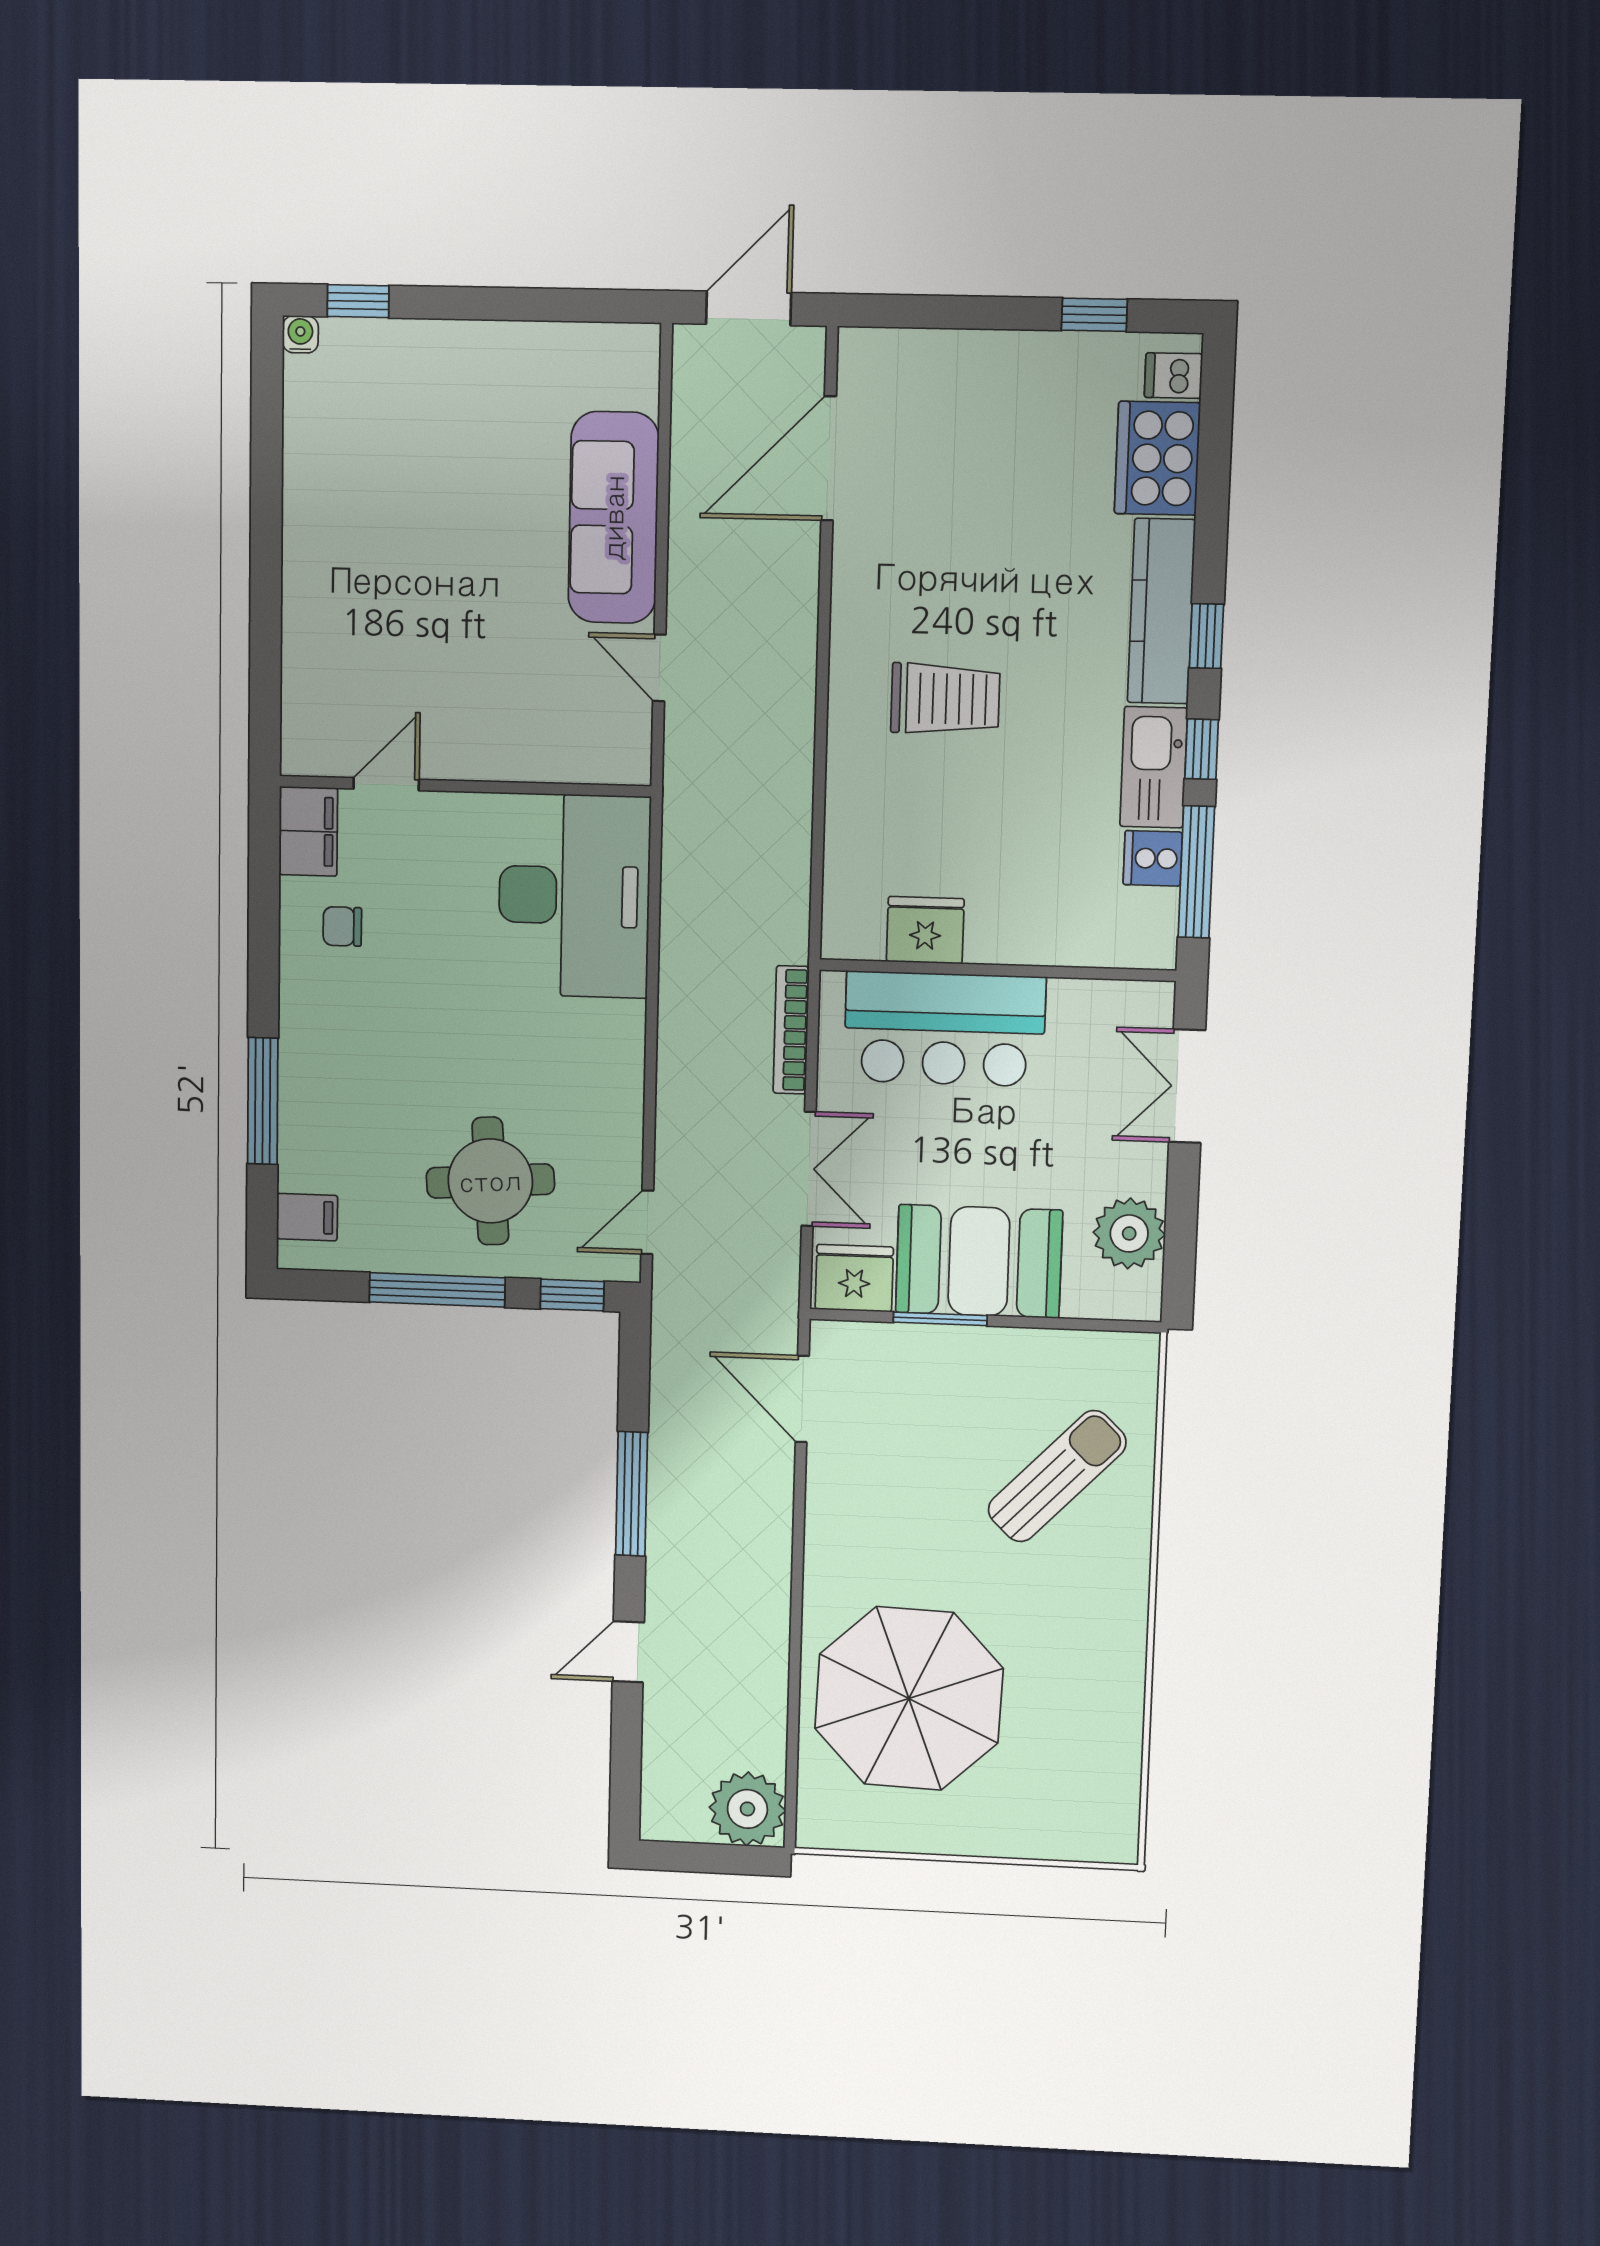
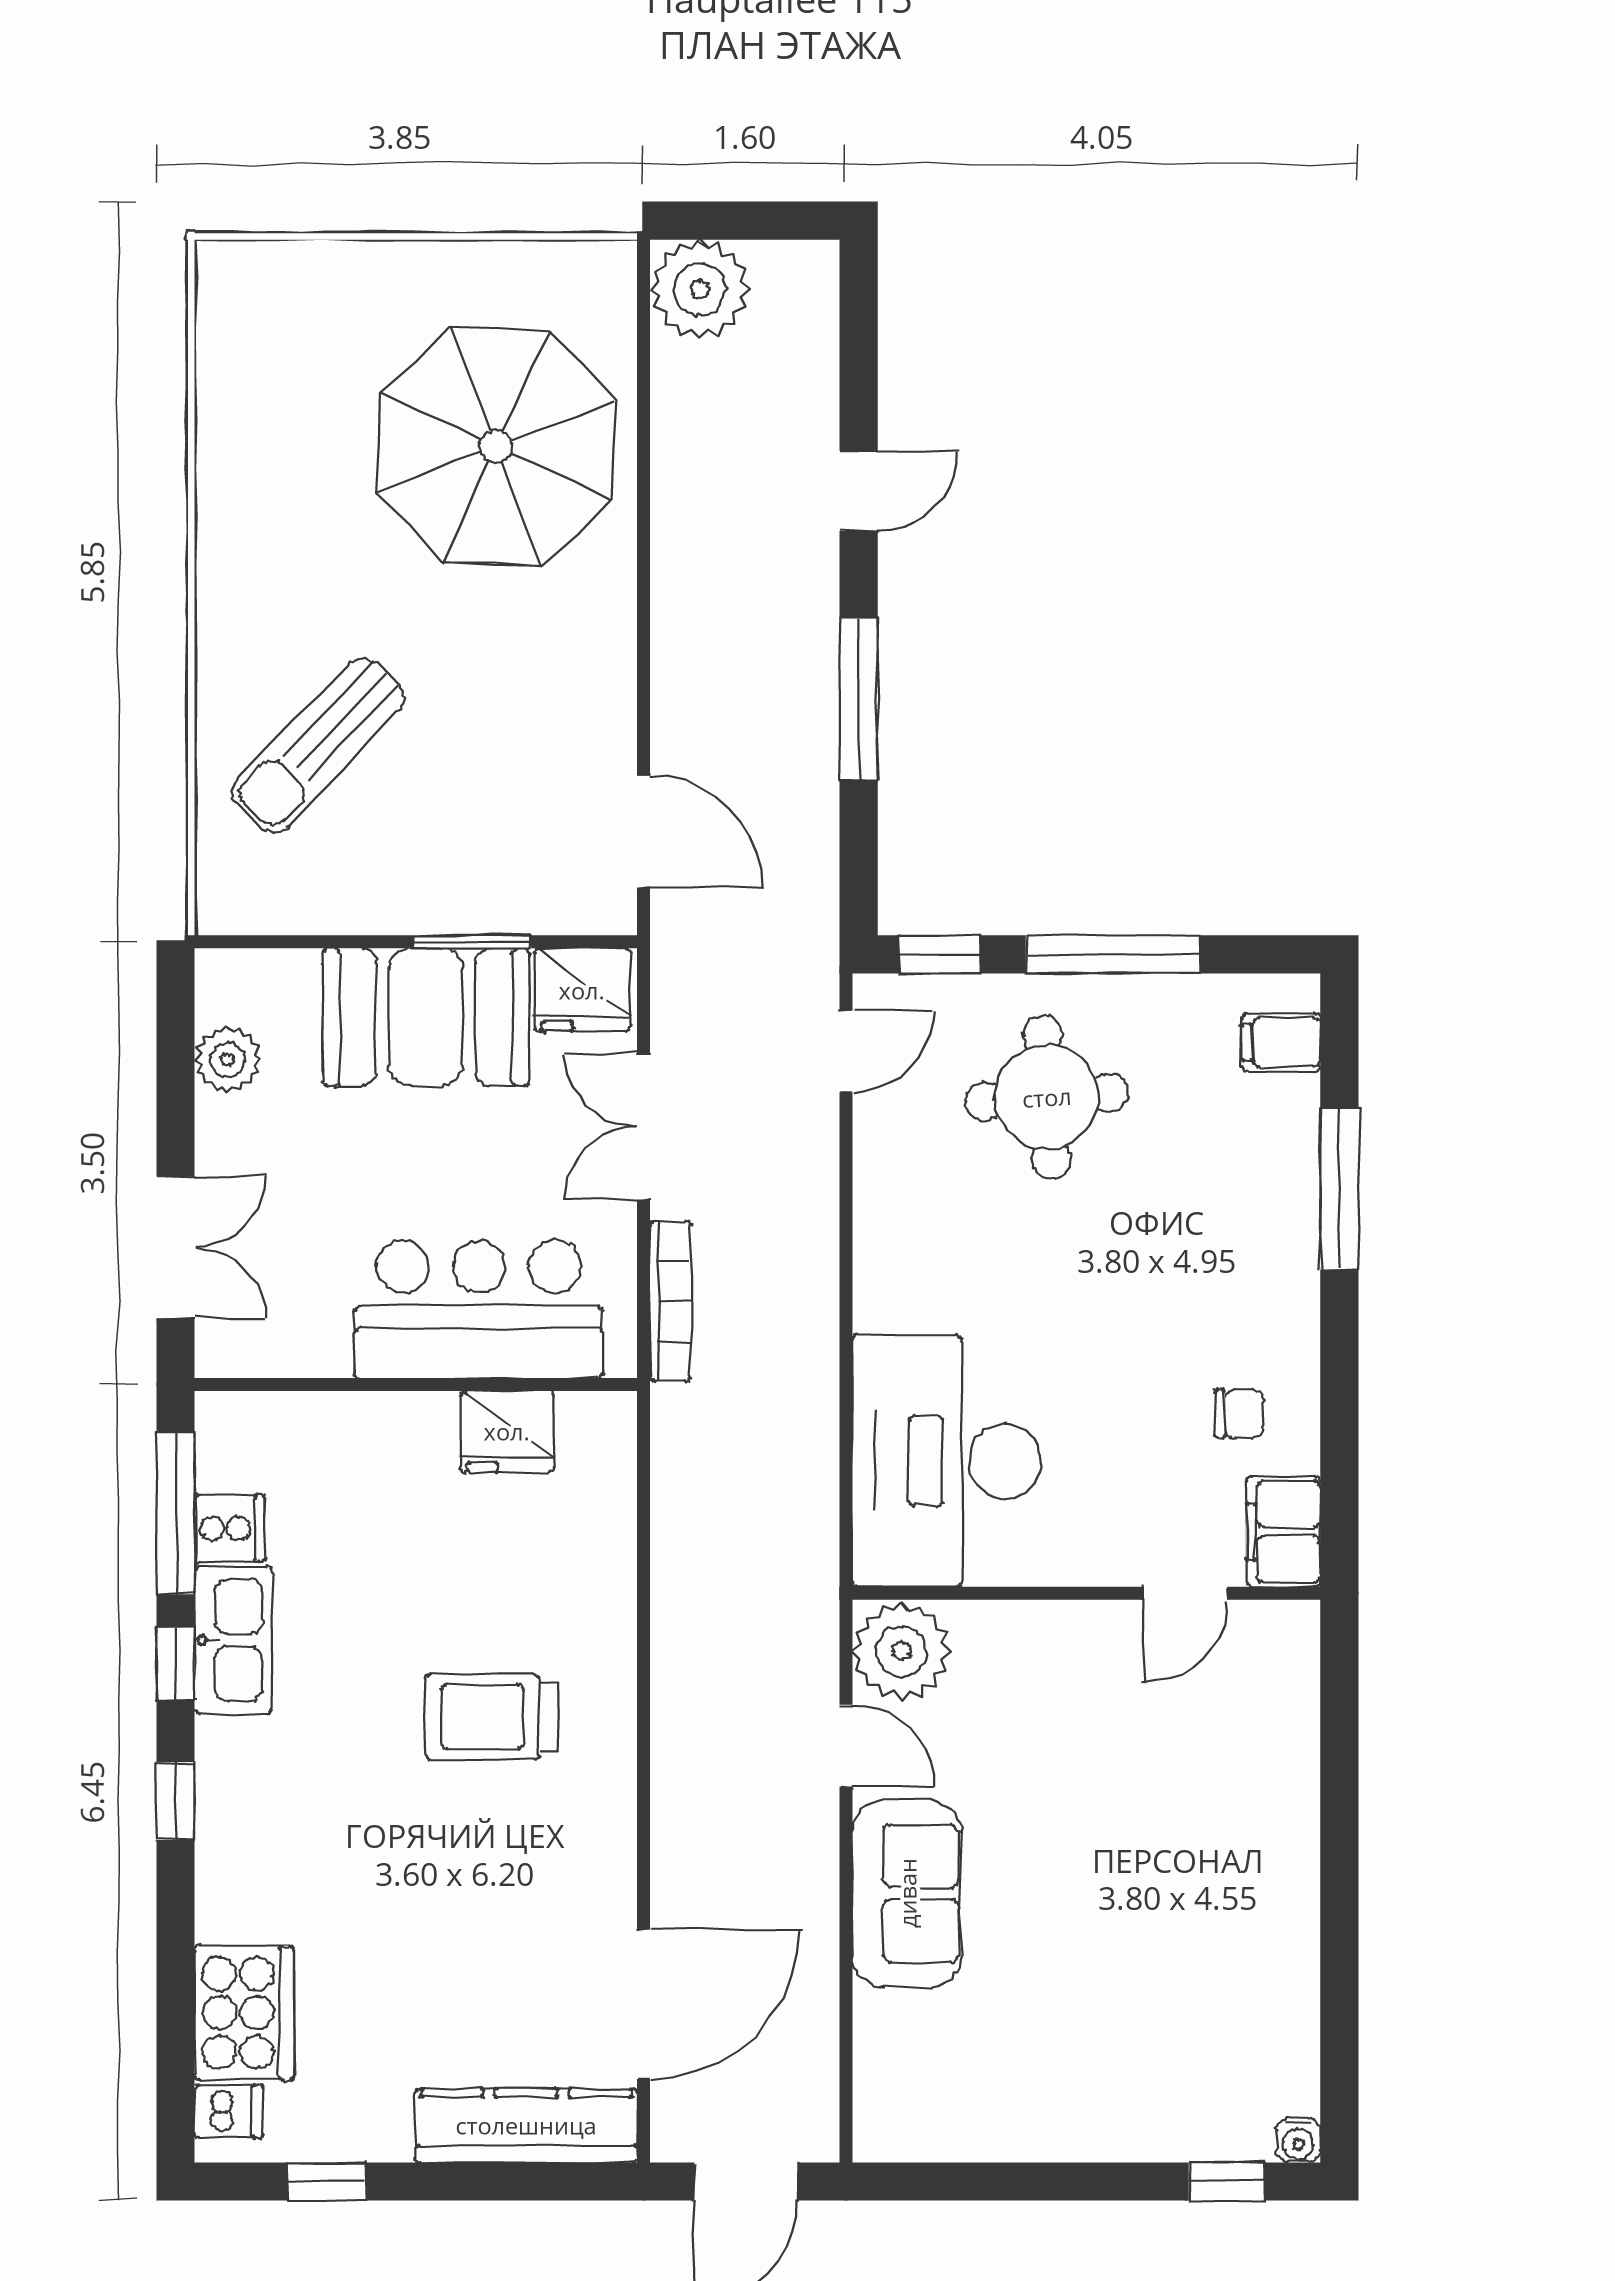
sofa: (613, 518) -> (907, 1893), width x0.73
kitchen counter: (1161, 611) -> (526, 2125), moved, turned -90
plant: (613, 743) -> (901, 1651), added
plant: (1129, 1233) -> (228, 1059), width x0.73, depth x0.73

